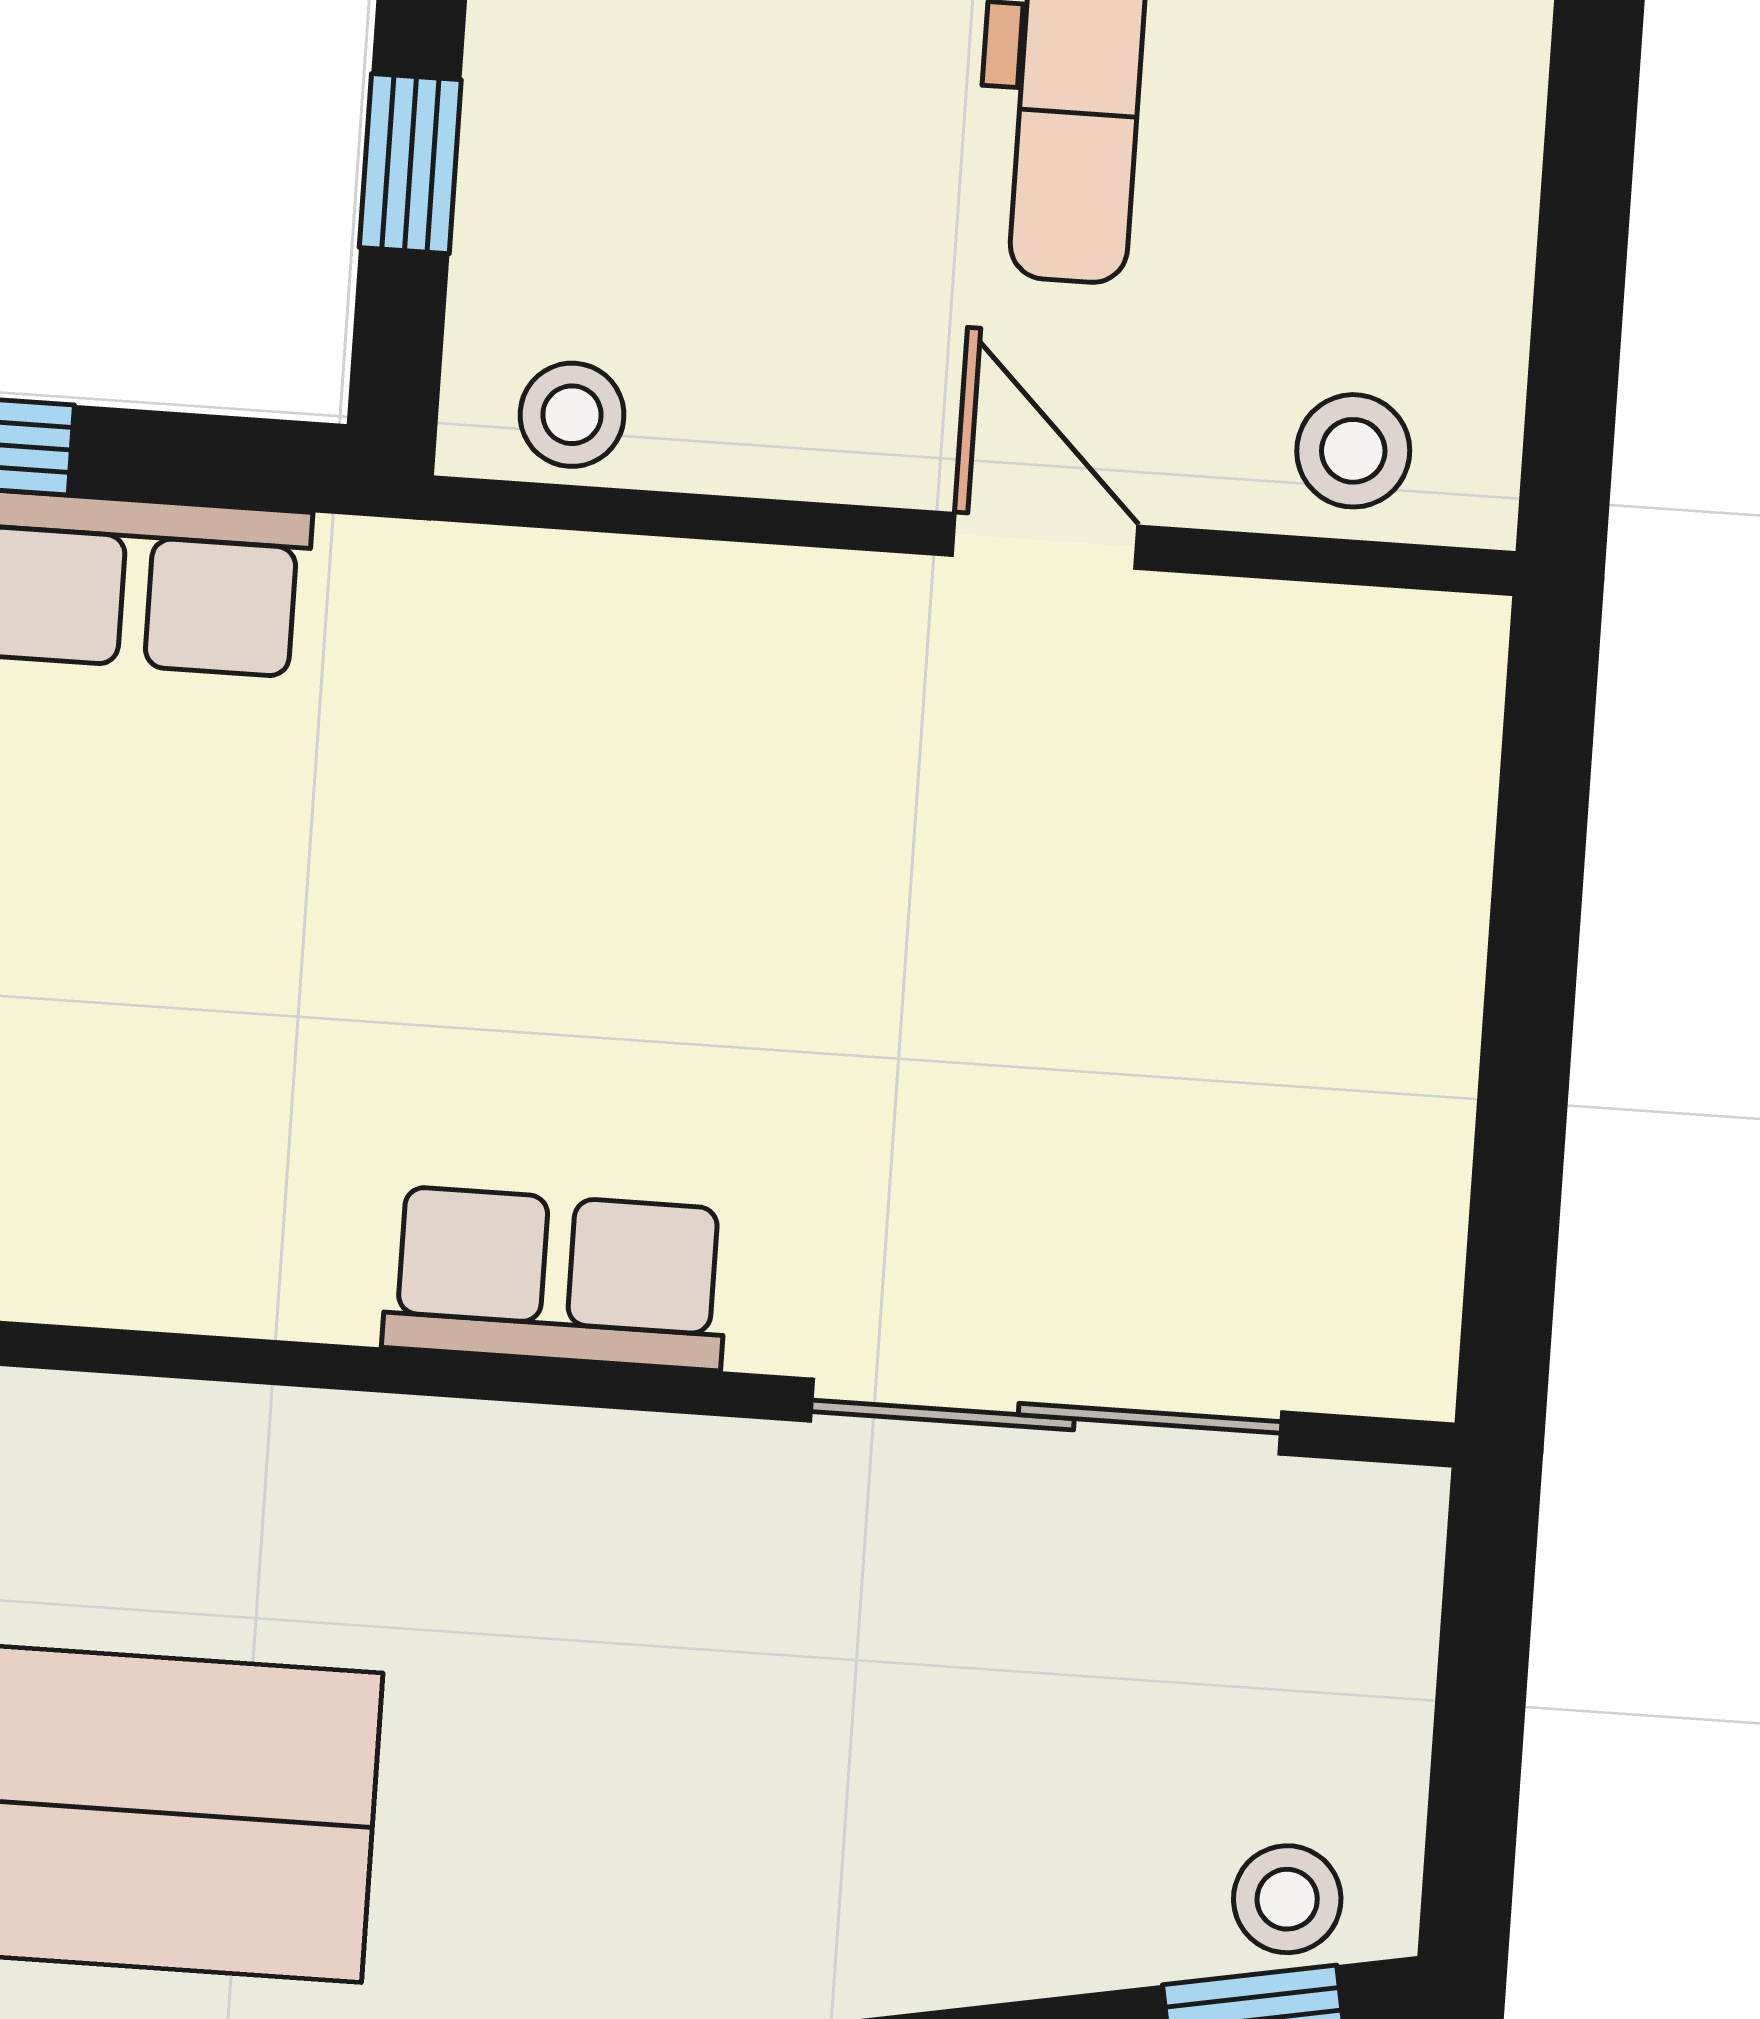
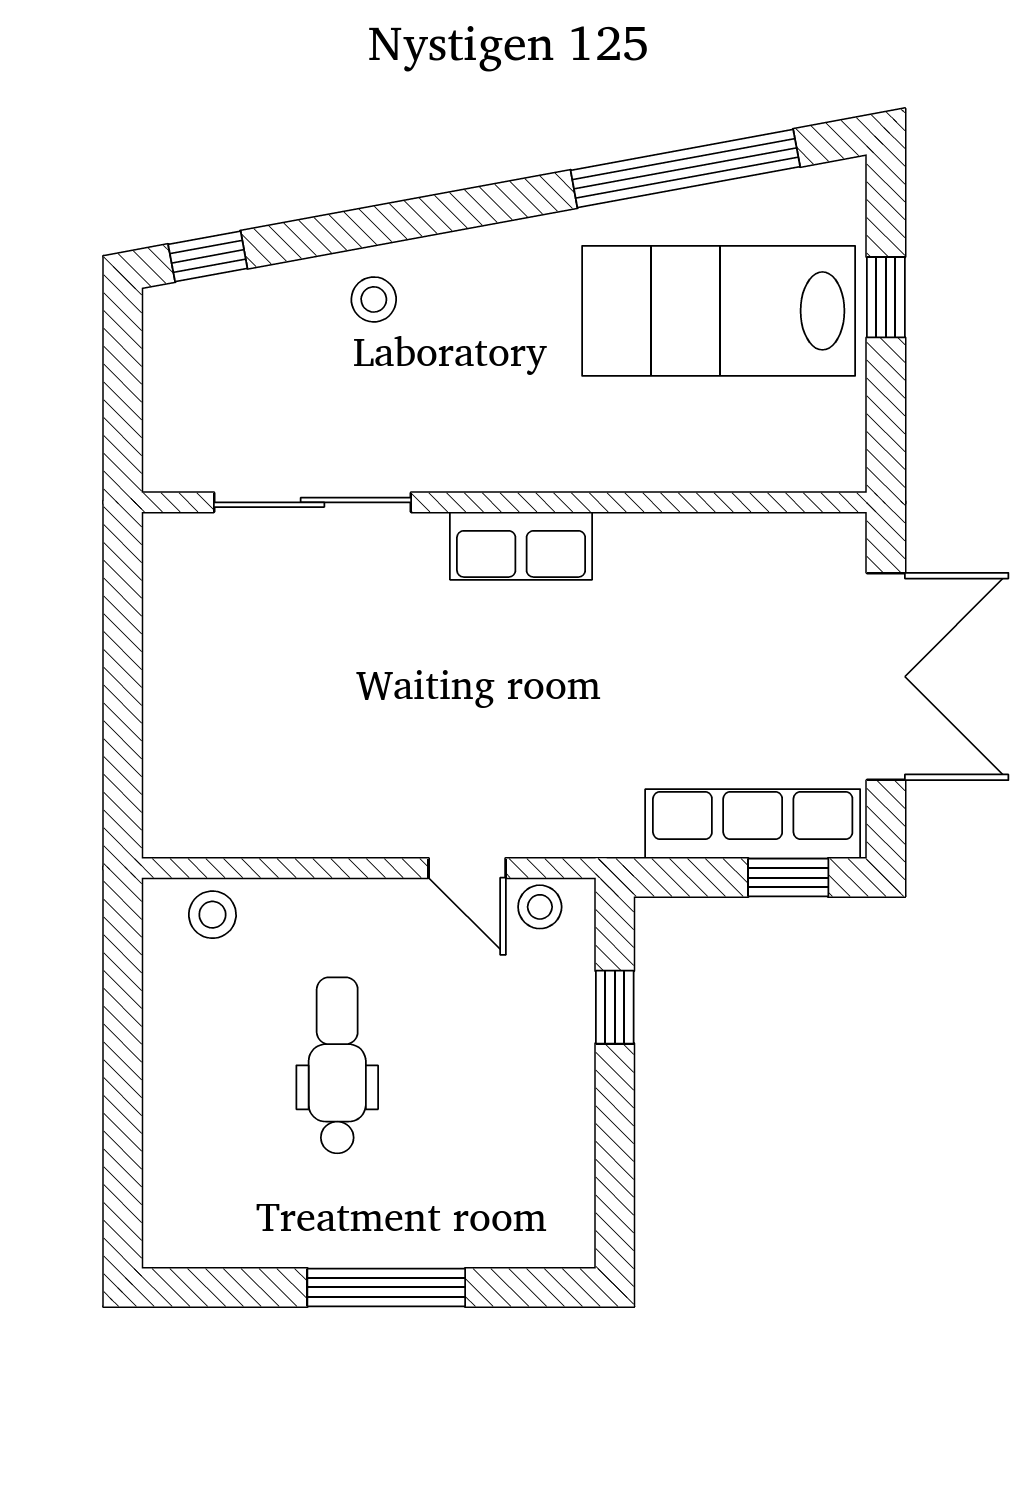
door: (1045, 541) -> (467, 868), moved
stool: (1287, 1899) -> (374, 299), moved

